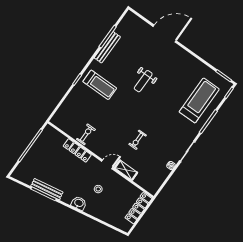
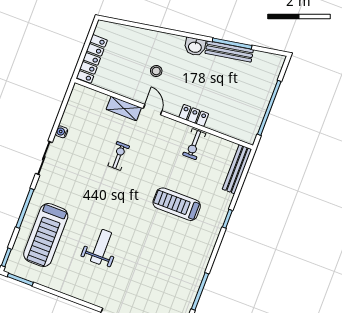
bench: (107, 47) -> (237, 169), moved
weight bench: (143, 81) -> (101, 247), moved
treadmill: (100, 85) -> (177, 204), moved
locker: (77, 150) -> (194, 115), width x0.66
door: (107, 164) -> (153, 110), swing flipped
washbasin: (79, 203) -> (195, 47), moved

